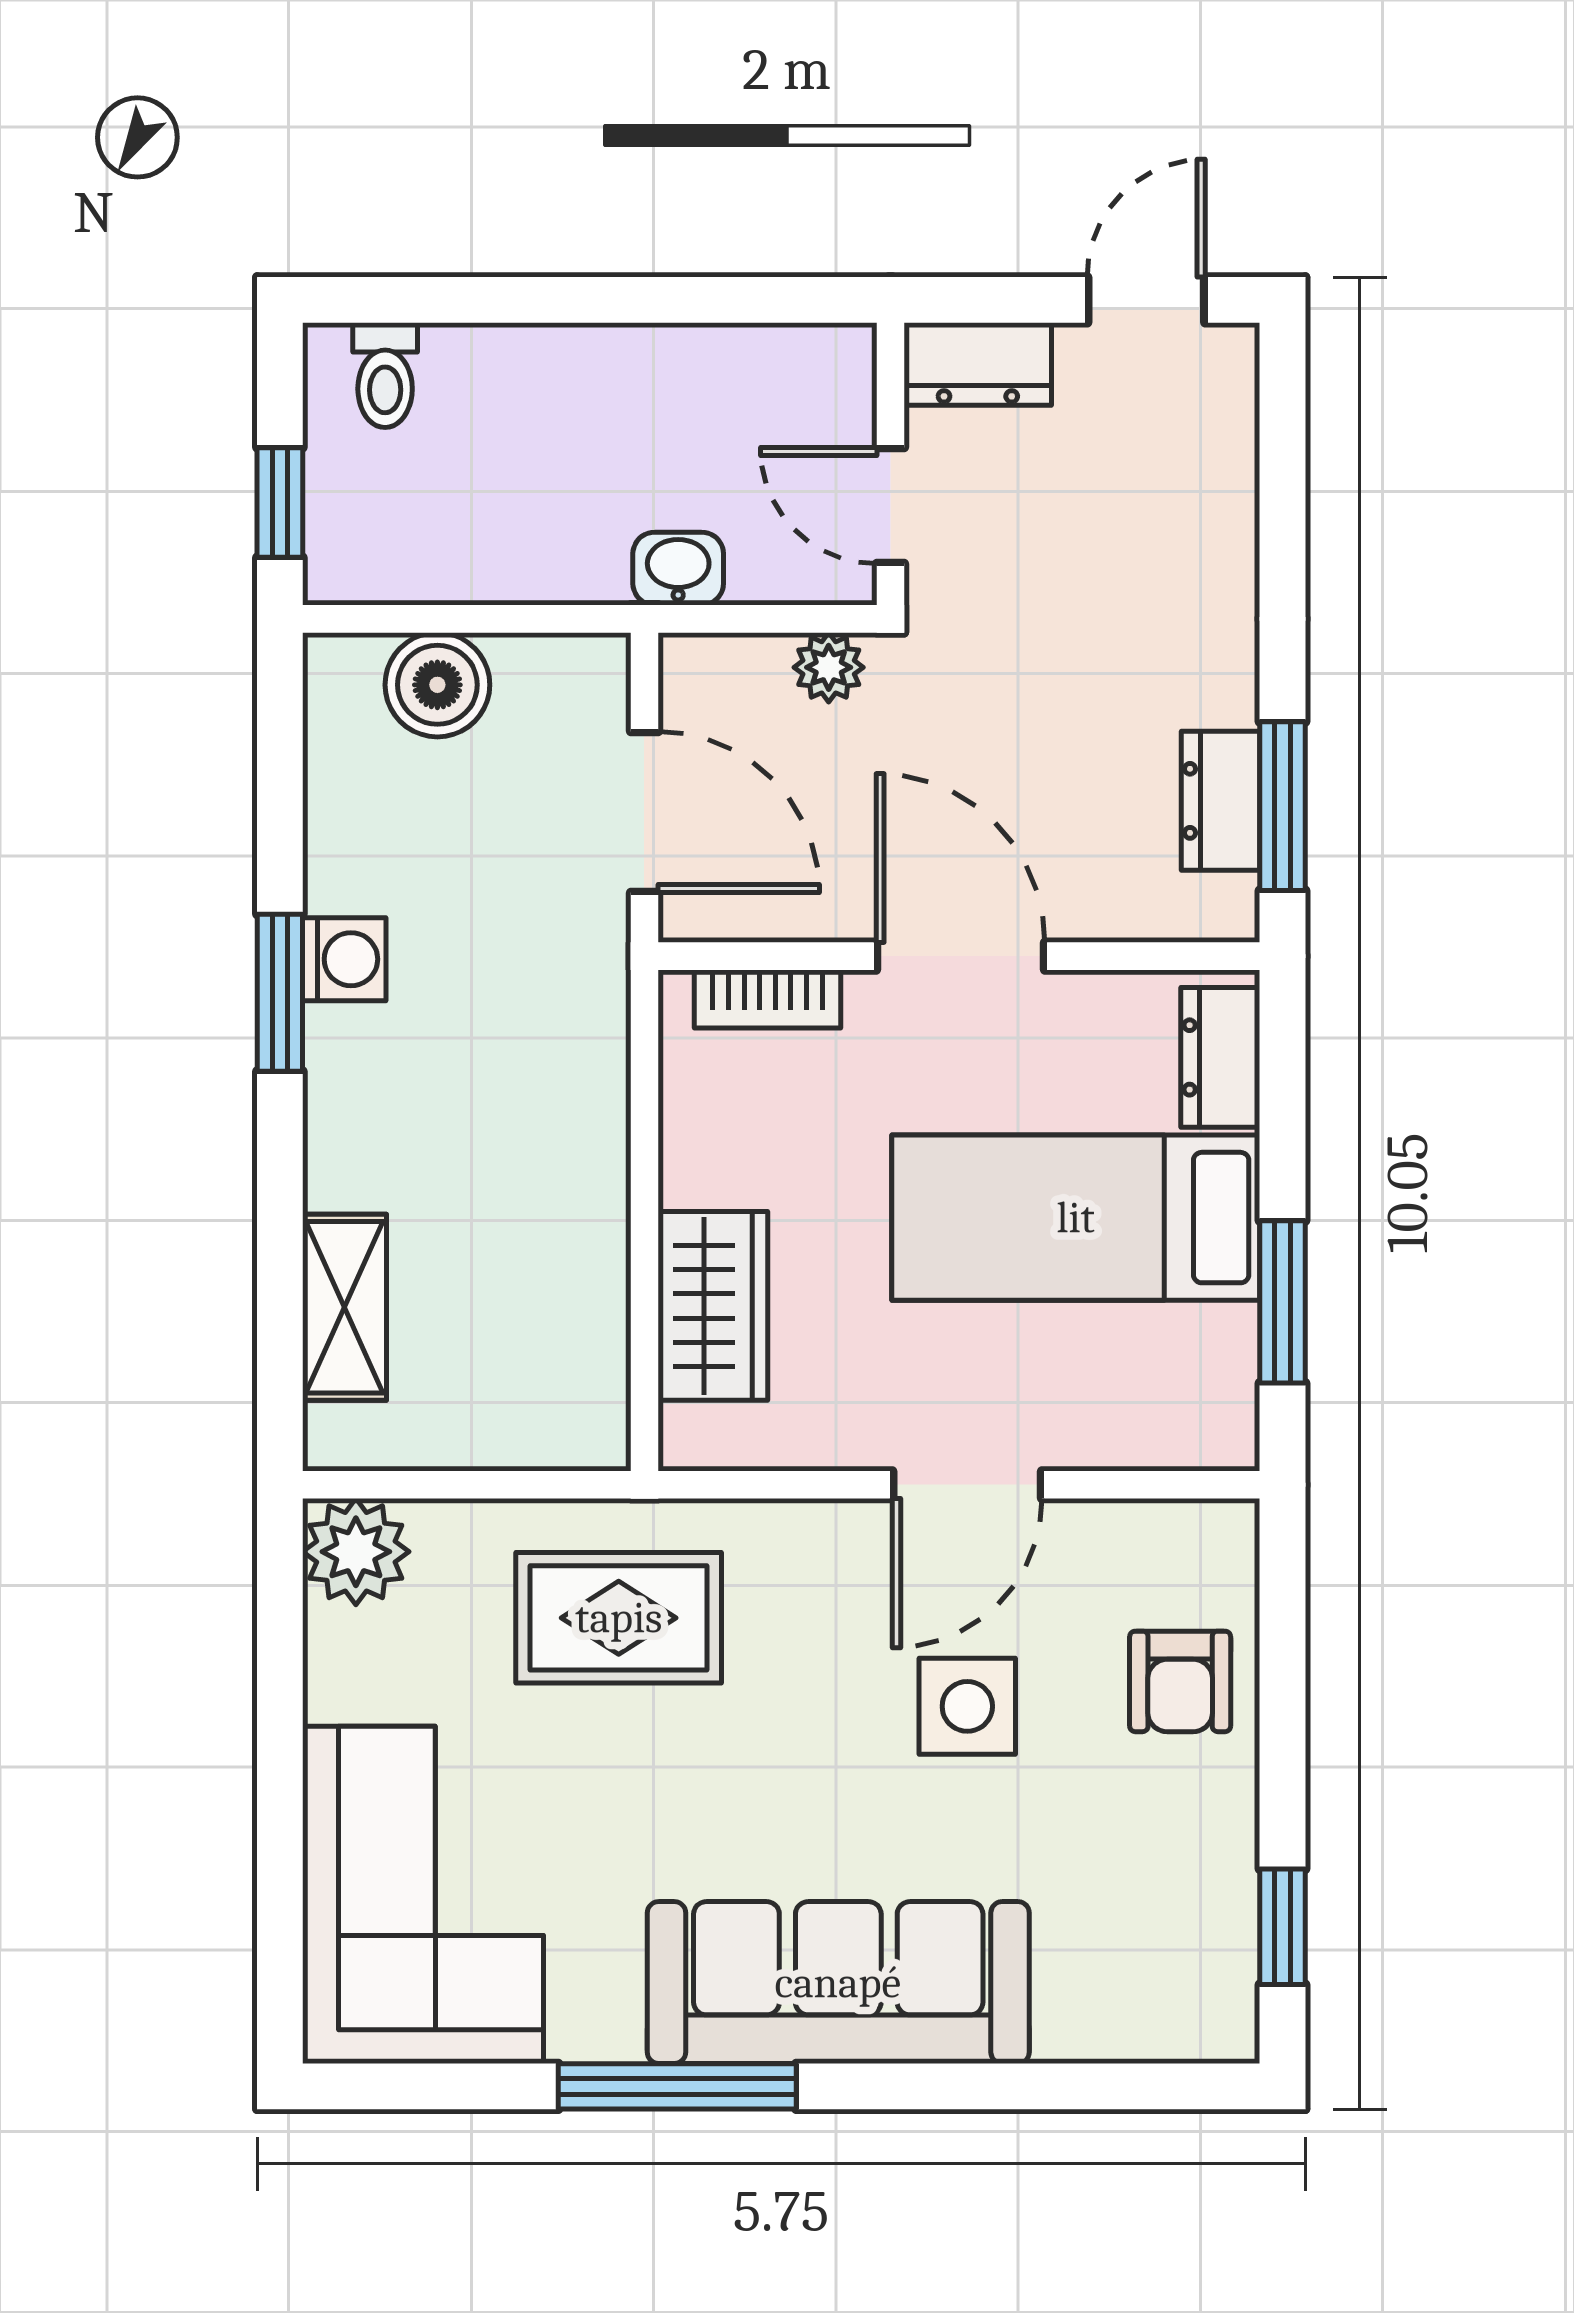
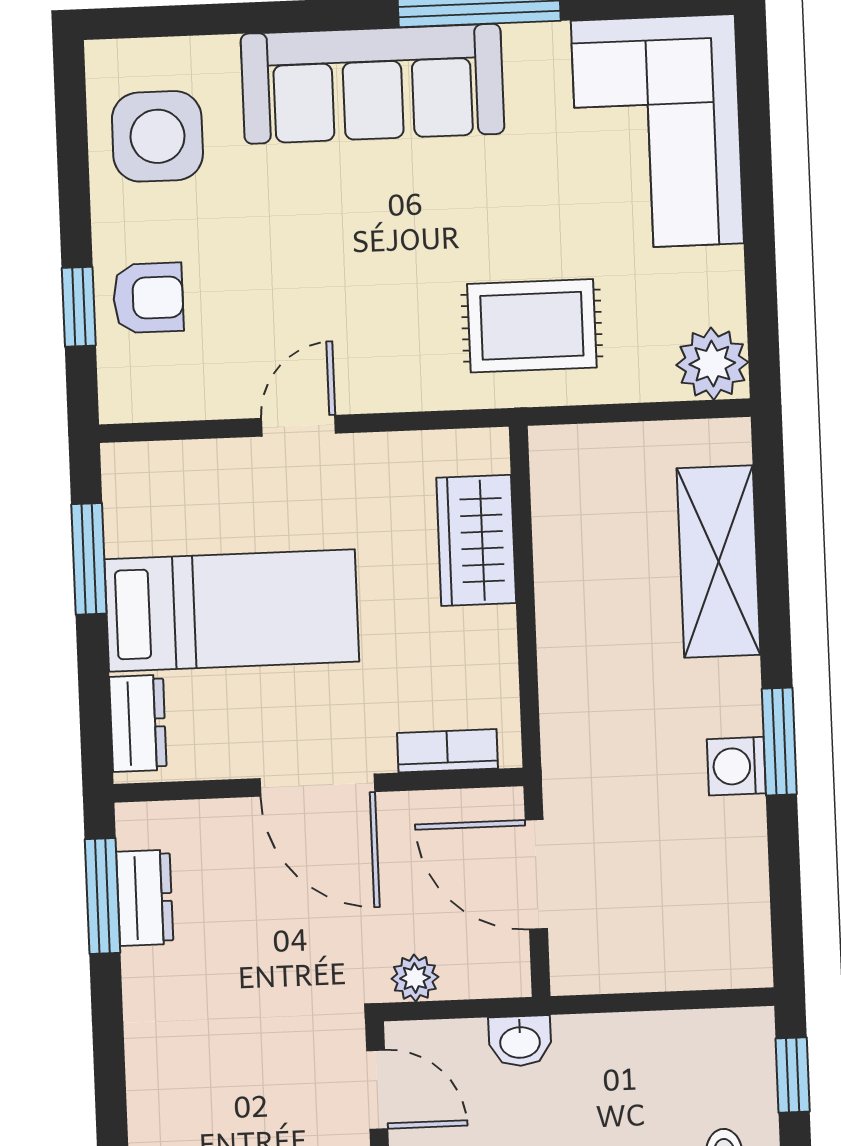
boiler: (437, 685) -> (681, 955), removed
shelving: (344, 1307) -> (718, 561), width x1.50, depth x1.33
door: (967, 1485) -> (298, 426), width x0.73
armchair: (1180, 1681) -> (148, 298), turned 90
side table: (967, 1706) -> (157, 136), moved, width x1.37, depth x1.37
window: (1283, 1927) -> (79, 307), moved

